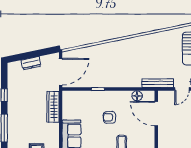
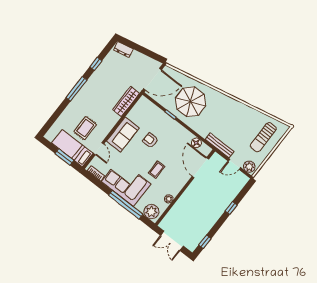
dresser: (31, 63) -> (123, 49), moved
parasol: (106, 66) -> (191, 102), added
armchair: (109, 117) -> (150, 140), moved

